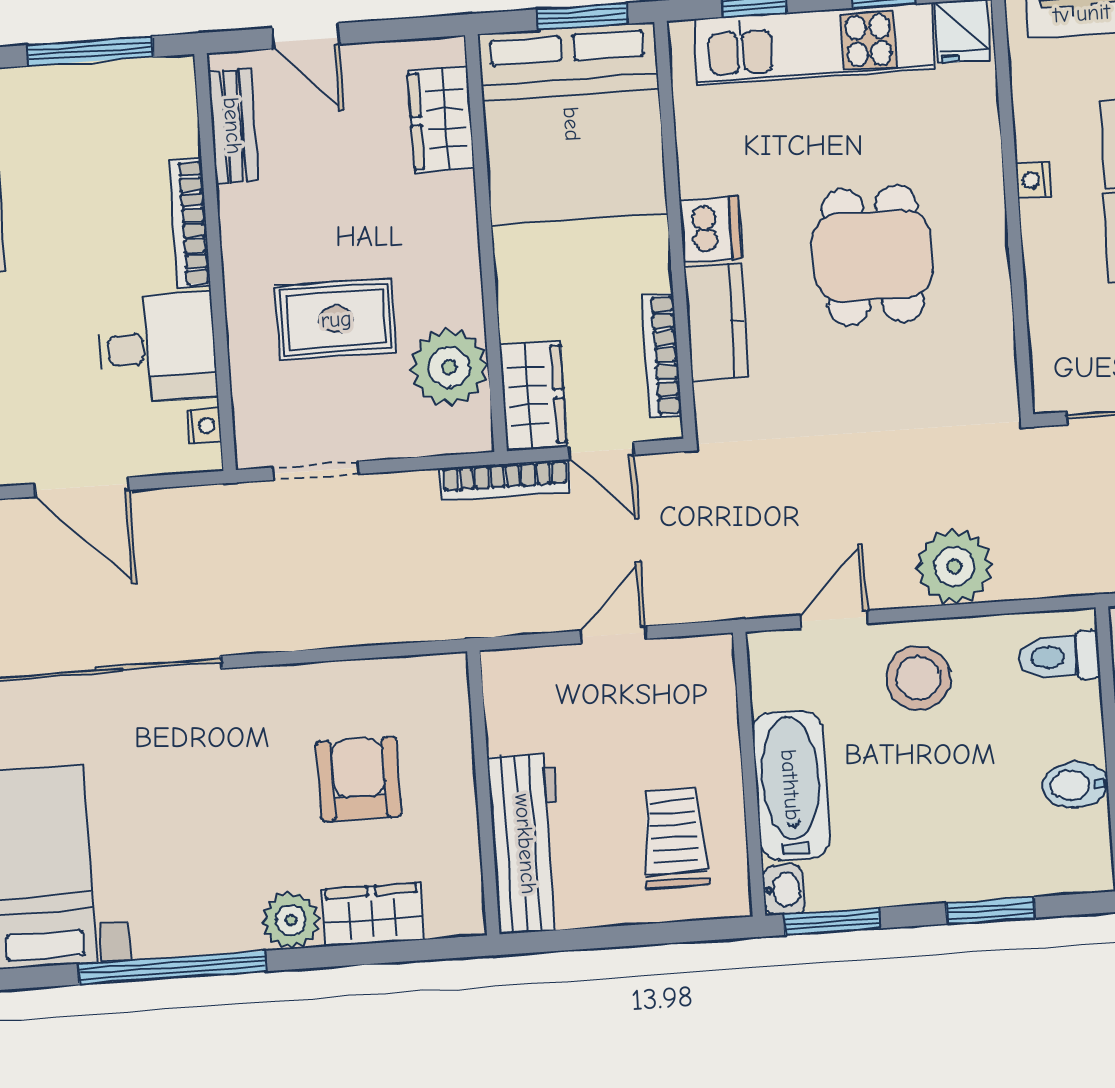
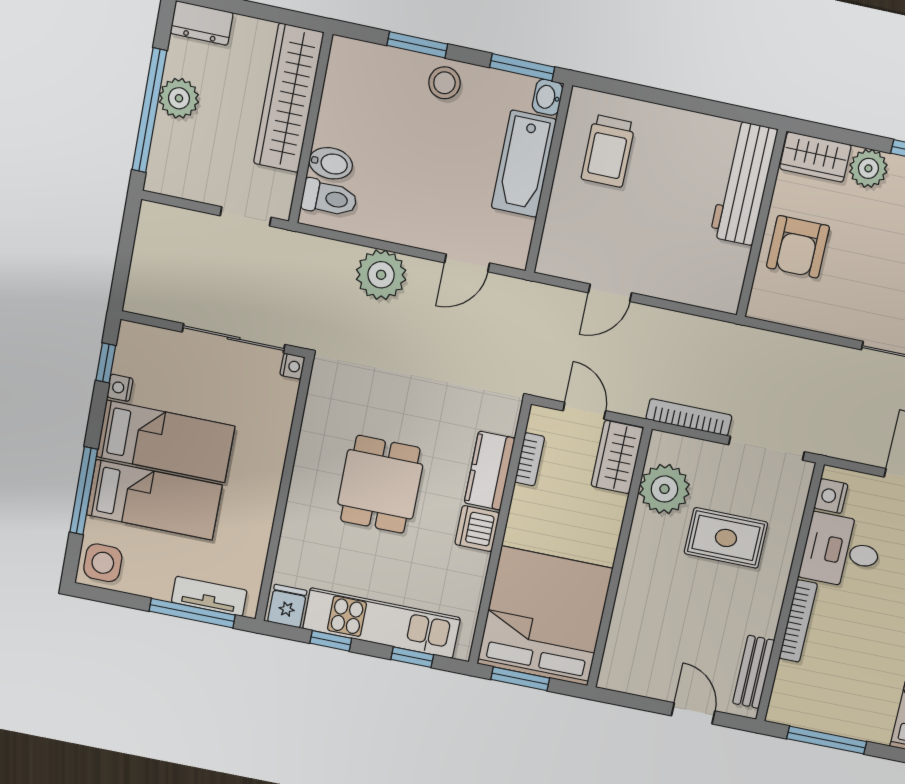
wardrobe: (441, 119) -> (625, 641), removed
nightstand: (1033, 180) -> (292, 366), moved
bookcase: (662, 355) -> (530, 459), width x0.64
nightstand: (204, 426) -> (831, 496), width x1.39, depth x1.35
doorway: (316, 471) -> (767, 448), width x1.38
bookcase: (505, 480) -> (689, 417), moved
stool: (918, 678) -> (444, 83), moved, width x0.73, depth x0.73
bidet: (1075, 785) -> (331, 163), moved
wall: (483, 793) -> (761, 224), moved
workbench: (526, 844) -> (744, 183), moved

